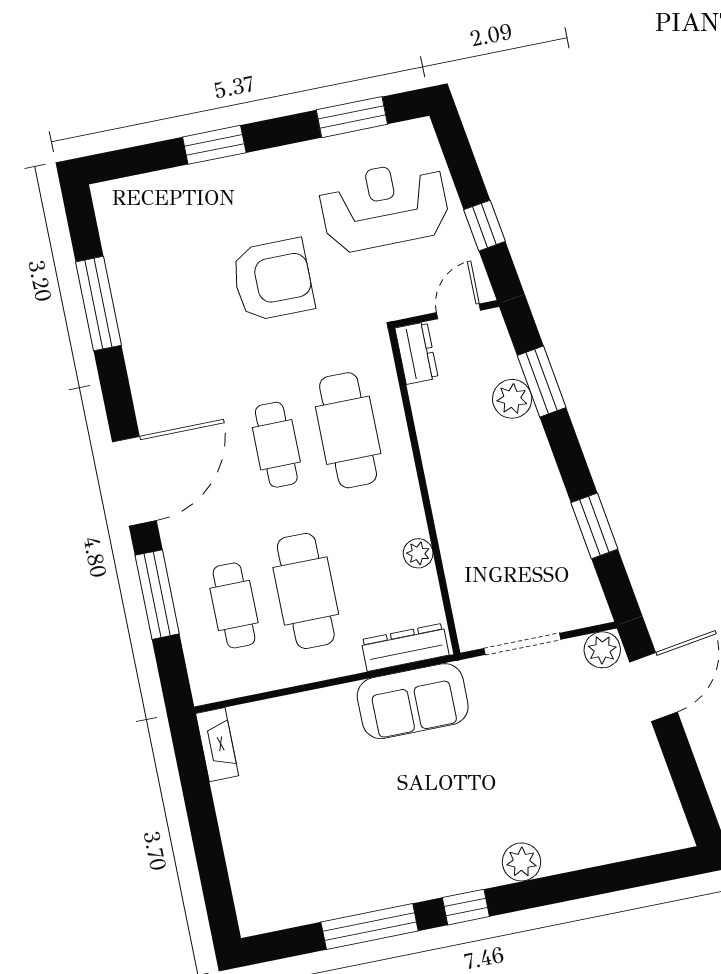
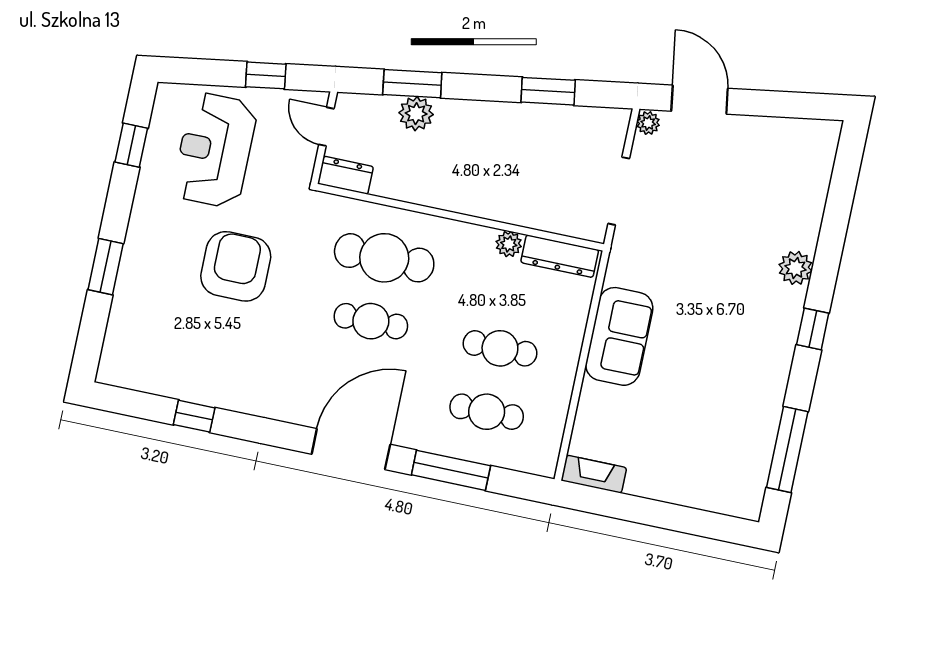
window: (352, 117) -> (131, 145), width x0.67
window: (99, 304) -> (194, 416), width x0.46
door: (134, 481) -> (351, 449), hinge flipped
cafe table: (306, 591) -> (500, 348), width x0.73, depth x0.74
dresser: (405, 647) -> (560, 256), moved, turned -90
plant: (602, 650) -> (648, 123), width x0.73, depth x0.73
sofa: (413, 701) -> (619, 336), moved
window: (370, 926) -> (787, 450), moved

